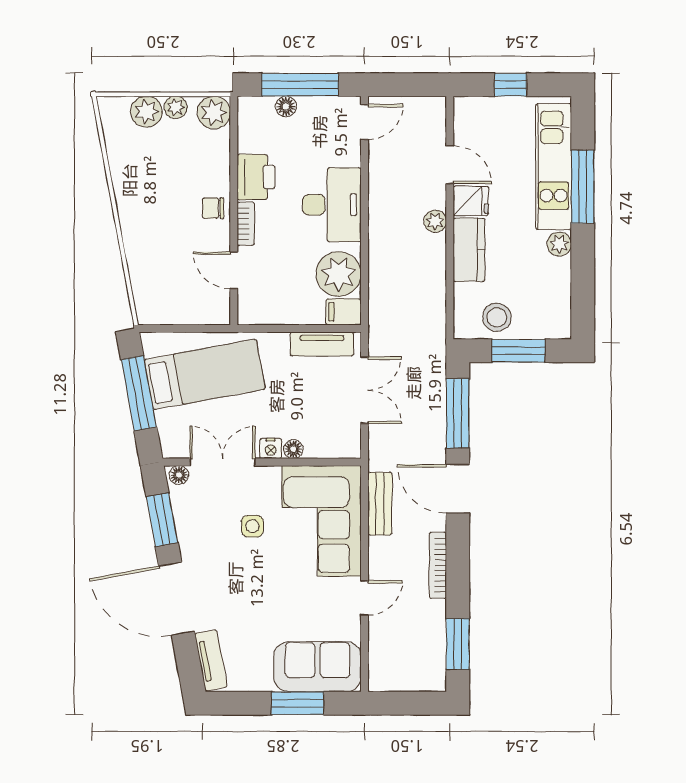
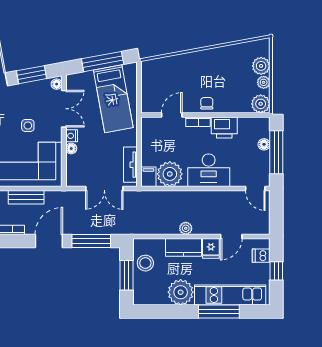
dishwasher: (484, 112) -> (261, 256), added
plant: (435, 221) -> (186, 228), moved
plant: (559, 244) -> (181, 292), width x1.88, depth x1.88
bench: (380, 504) -> (26, 197), moved

